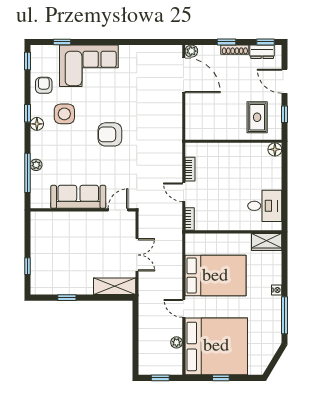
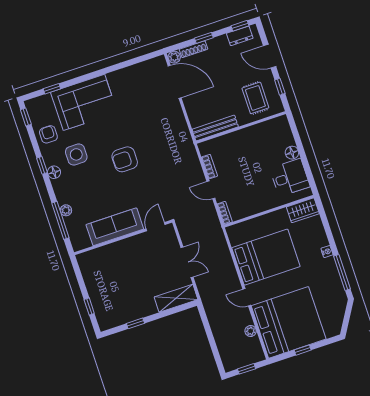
shoe rack: (235, 50) -> (193, 49), moved
bench: (208, 133) -> (215, 128), added
floor lamp: (275, 149) -> (292, 153), moved

